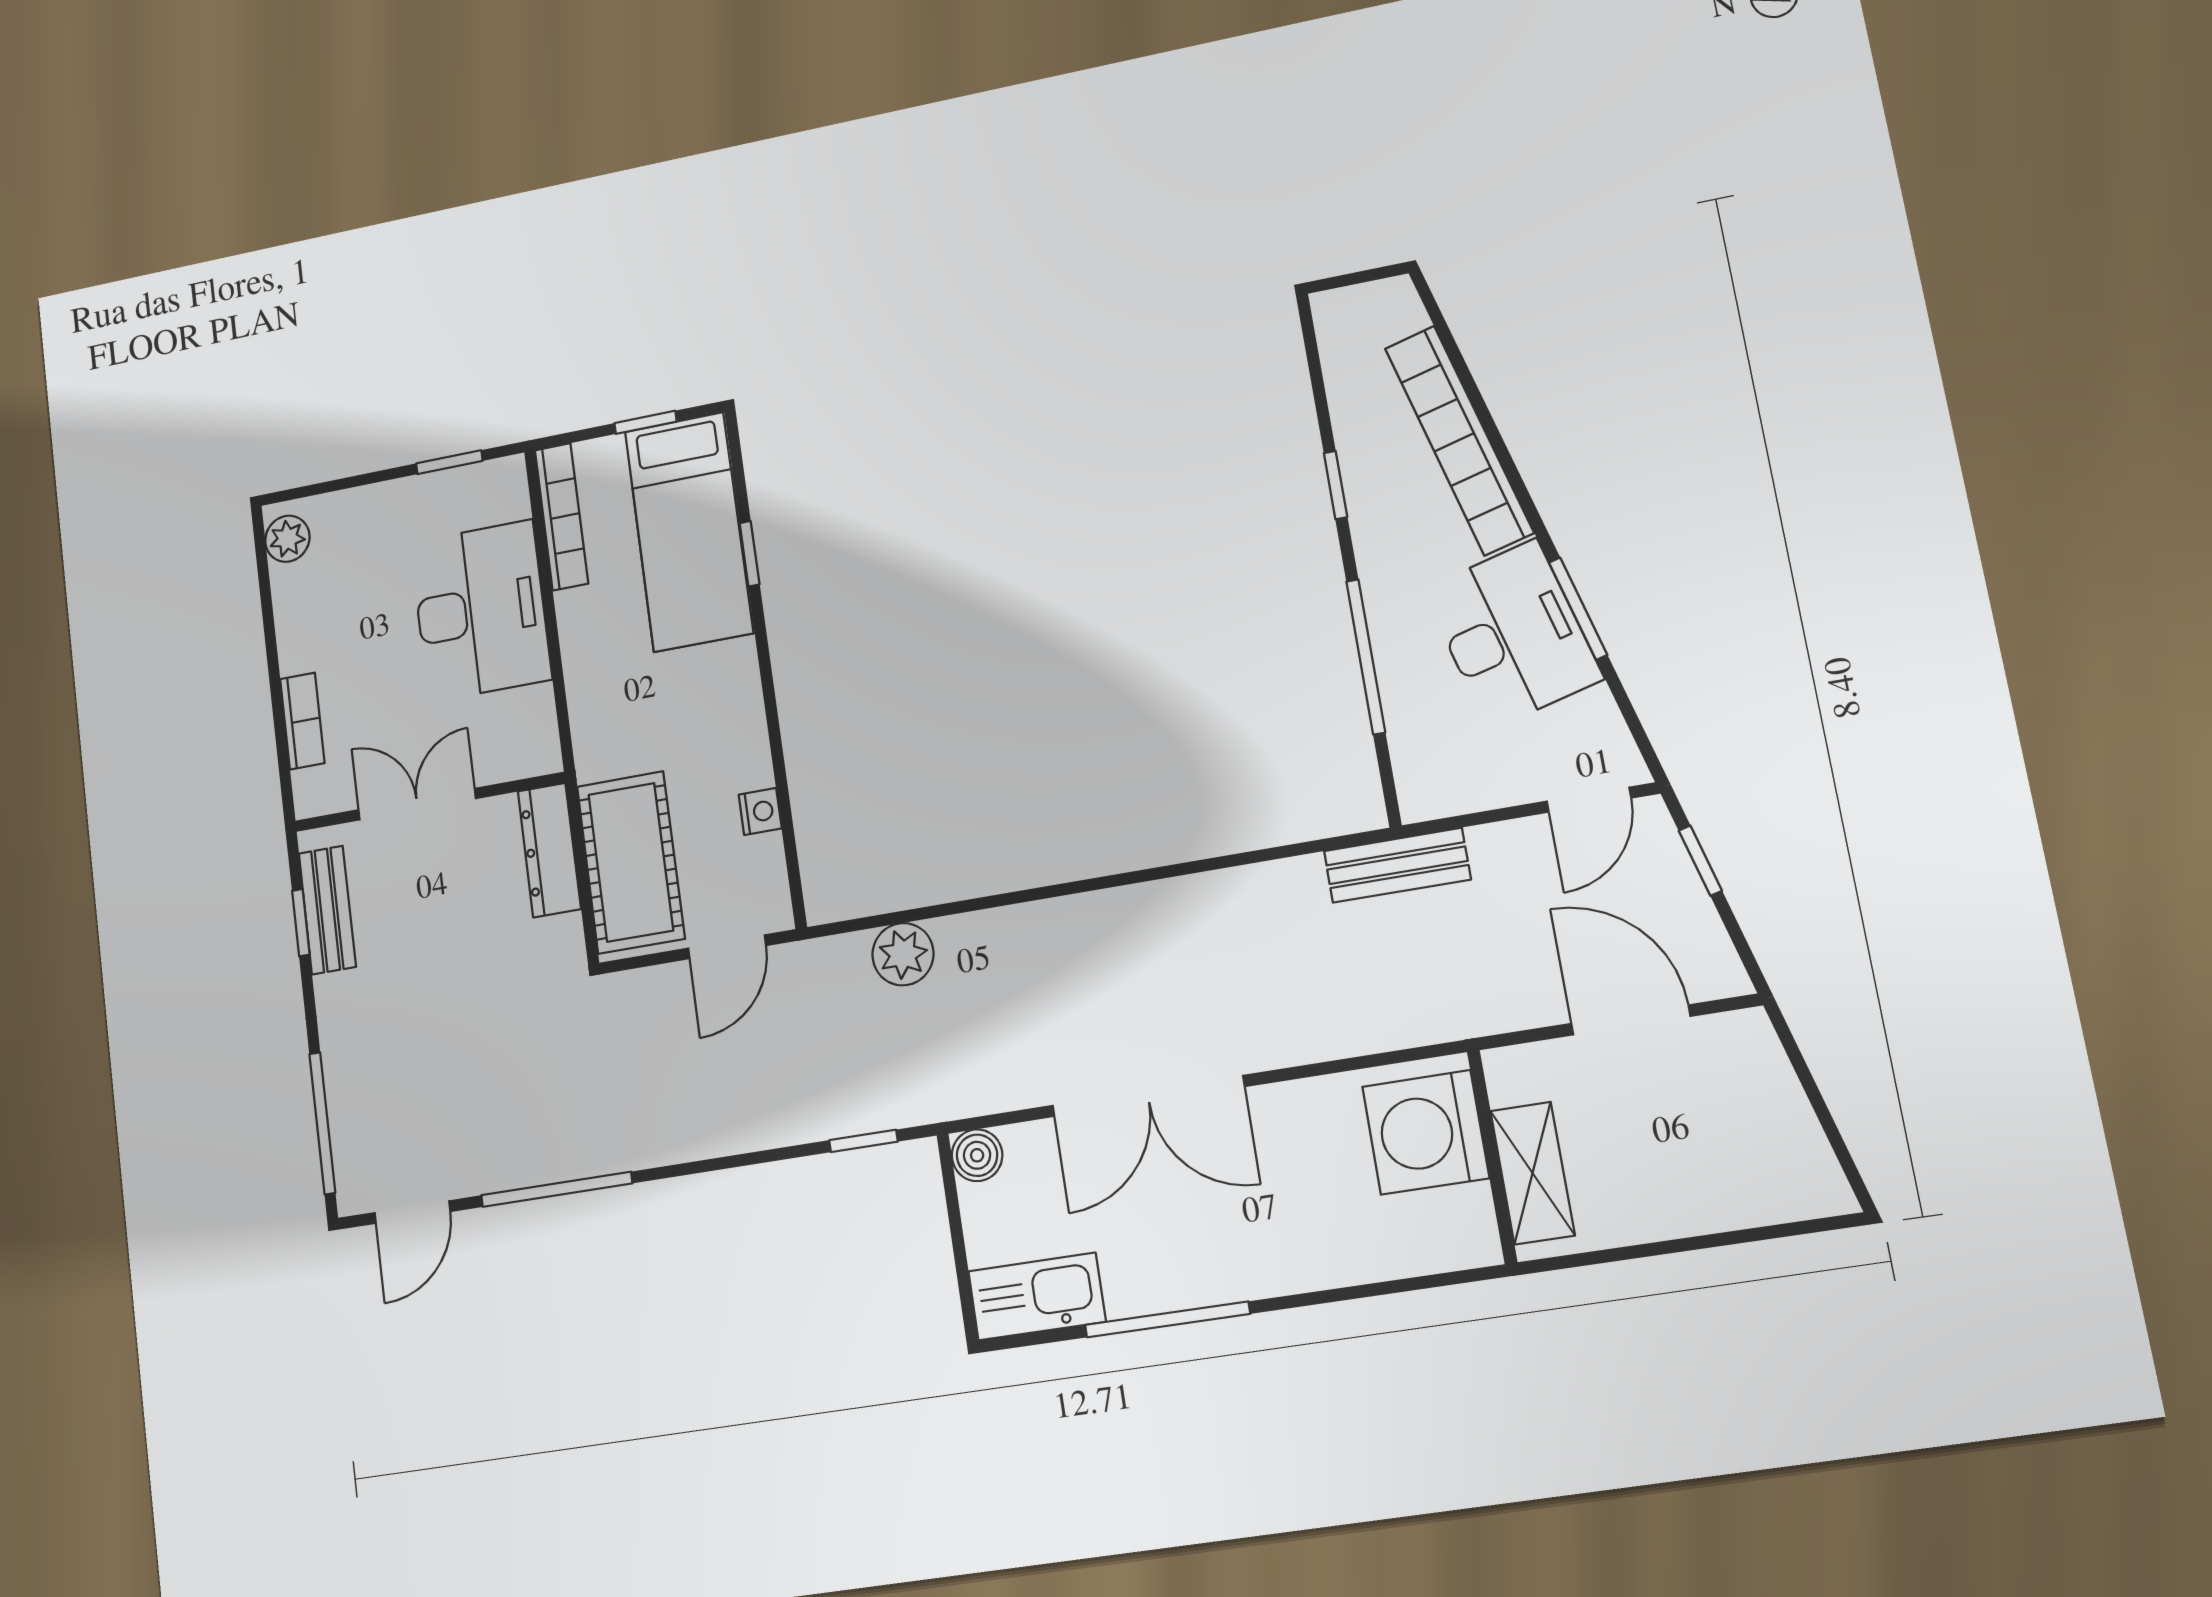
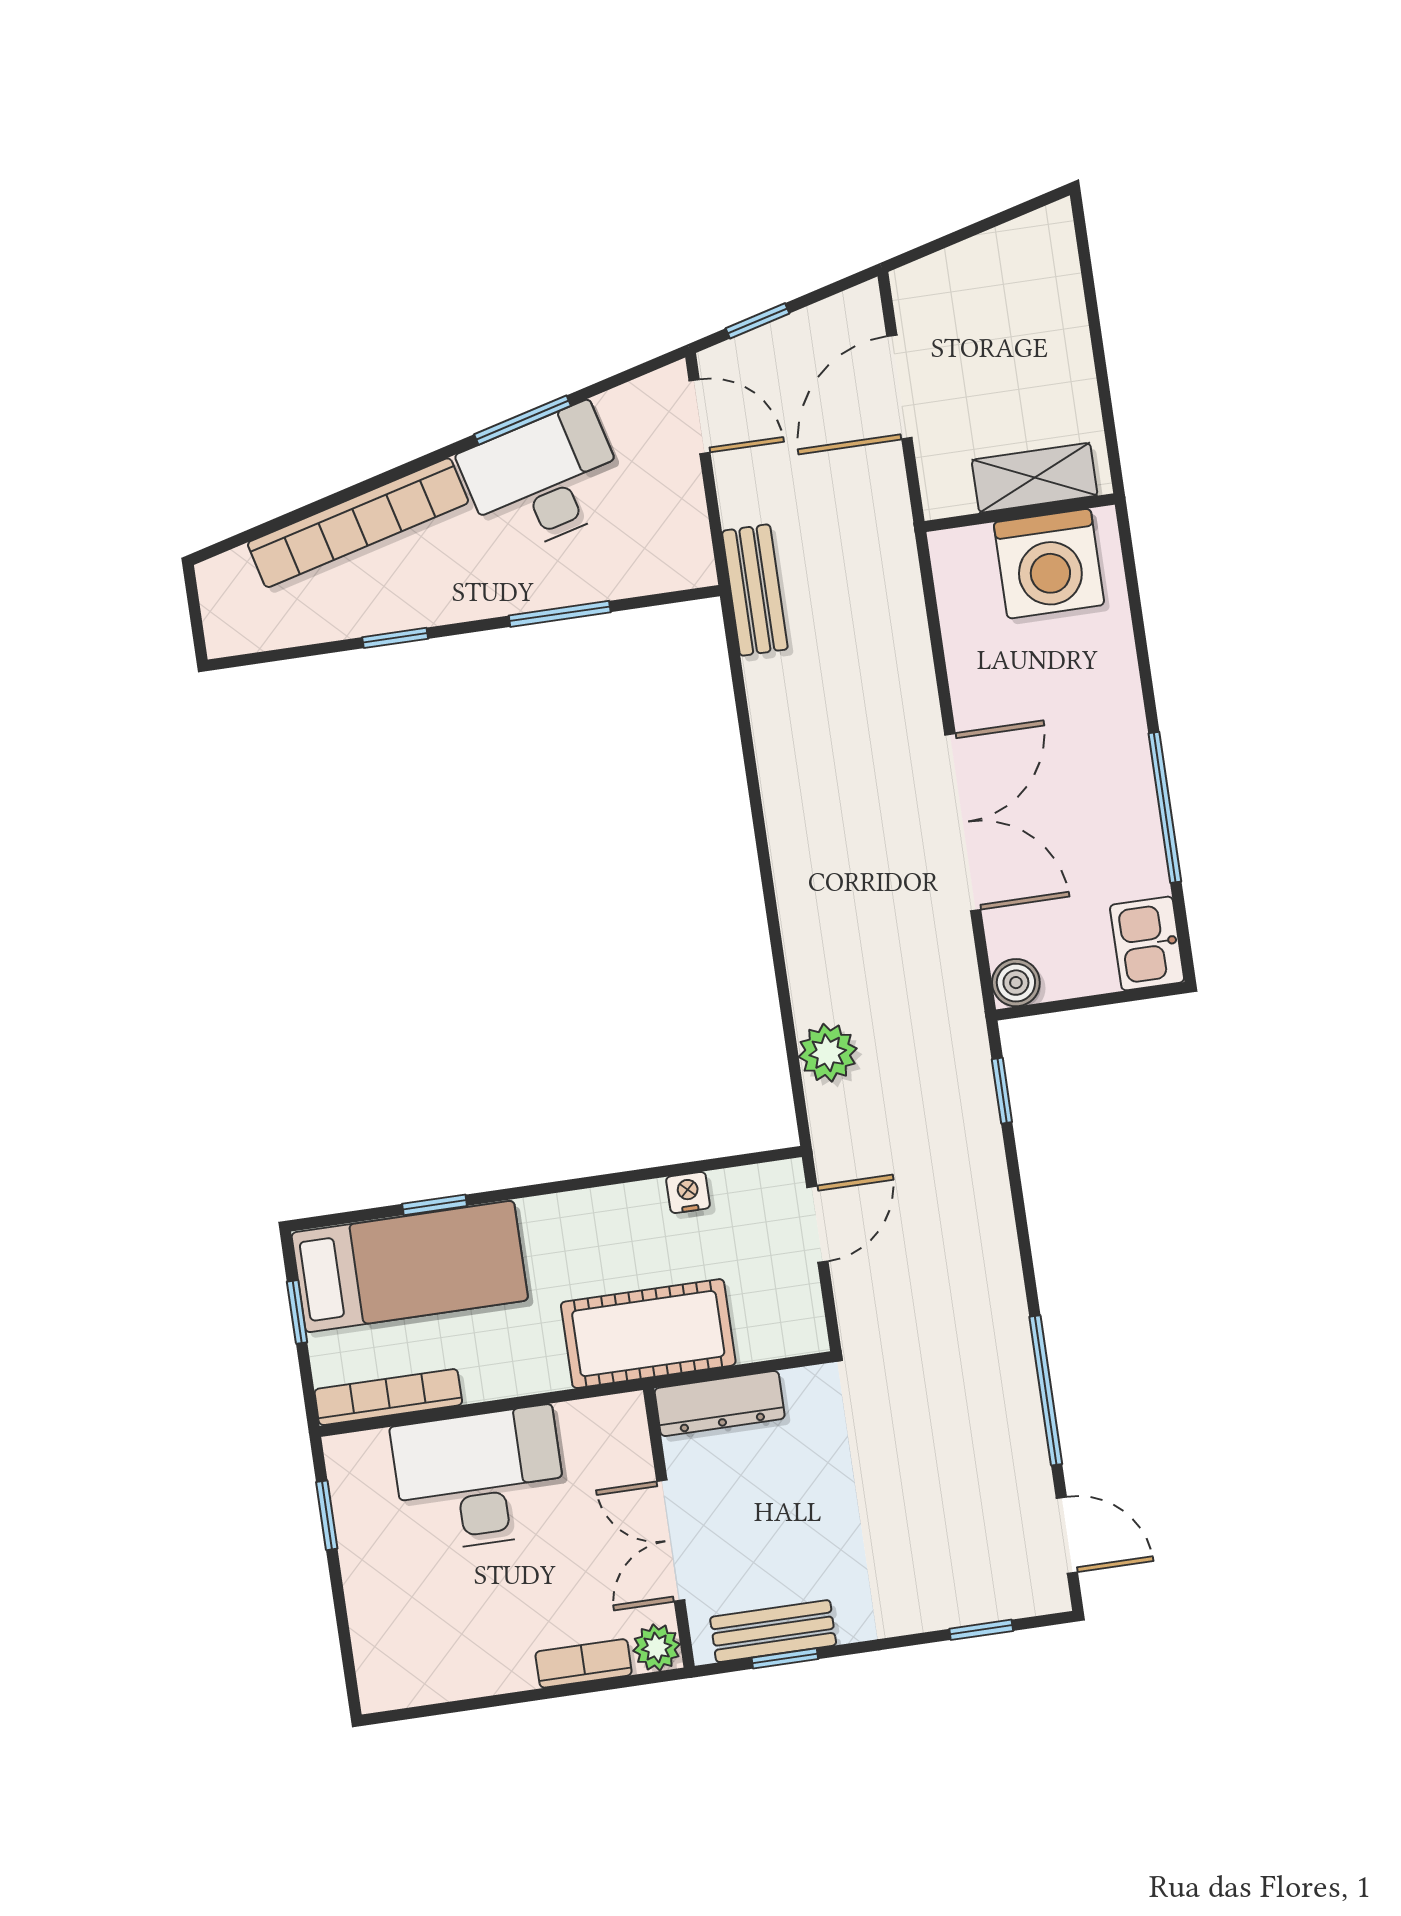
plant: (287, 539) -> (657, 1648), moved
window: (1366, 657) -> (560, 614), width x0.69
cot: (631, 862) -> (648, 1334), moved
door: (727, 947) -> (817, 1224), hinge flipped
window: (322, 1123) -> (981, 1630), width x0.46
washing machine: (1426, 1132) -> (1049, 564), moved
kitchen sink: (1037, 1296) -> (1147, 943), width x0.73

